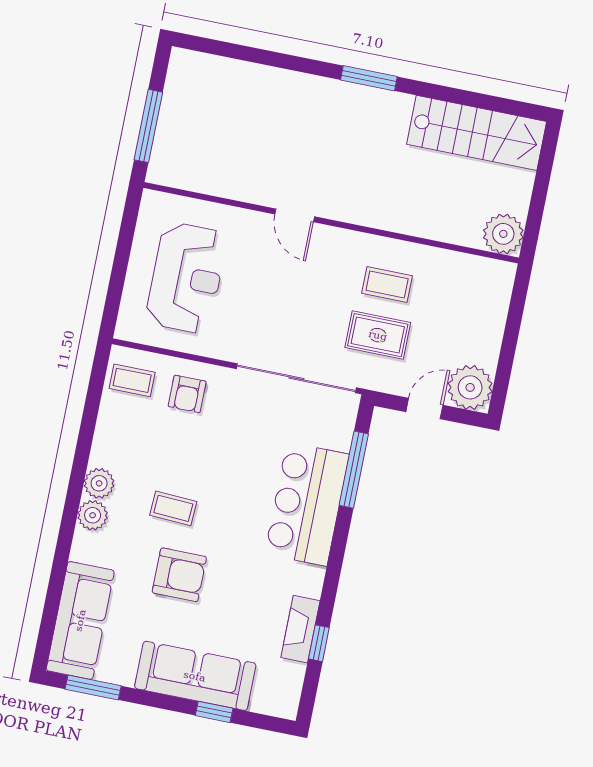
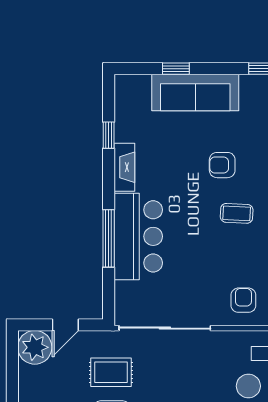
window: (354, 470) -> (109, 238), moved
armchair: (179, 575) -> (222, 165), width x0.72, depth x0.72
fireplace: (300, 629) -> (124, 167), moved

